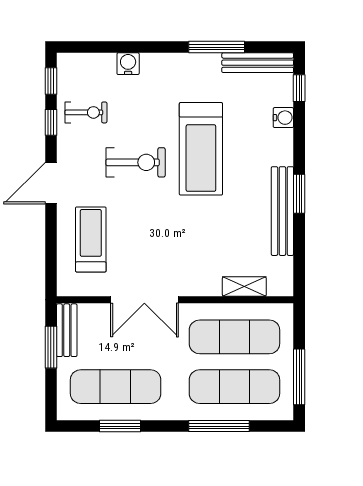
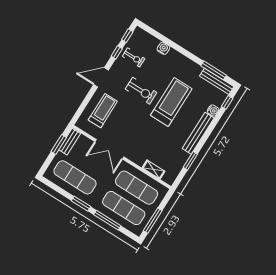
window: (217, 47) -> (214, 70), moved
treadmill: (201, 149) -> (171, 102), turned 180
window: (299, 194) -> (190, 161), moved
bench: (282, 211) -> (198, 133), moved
window: (120, 426) -> (81, 204), moved

